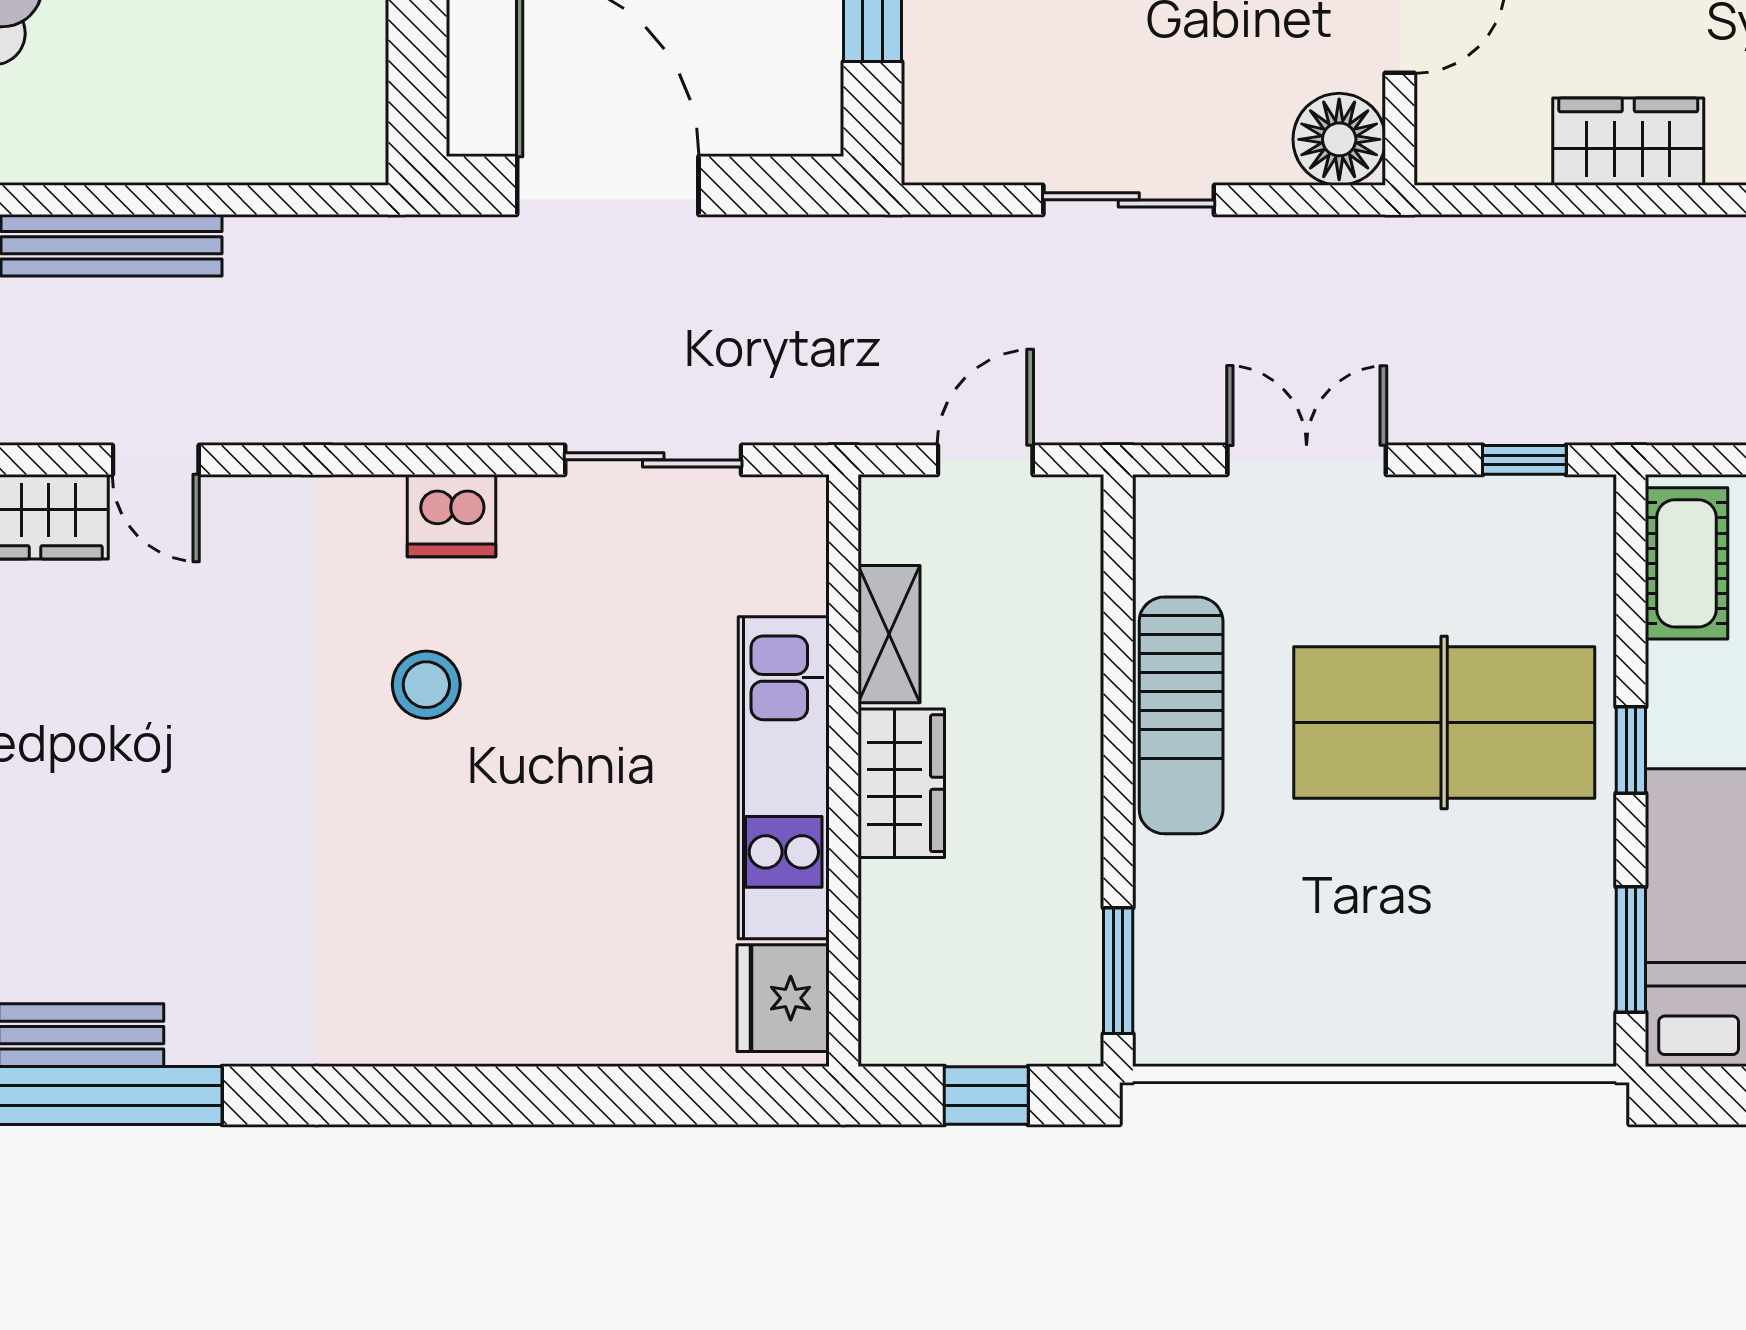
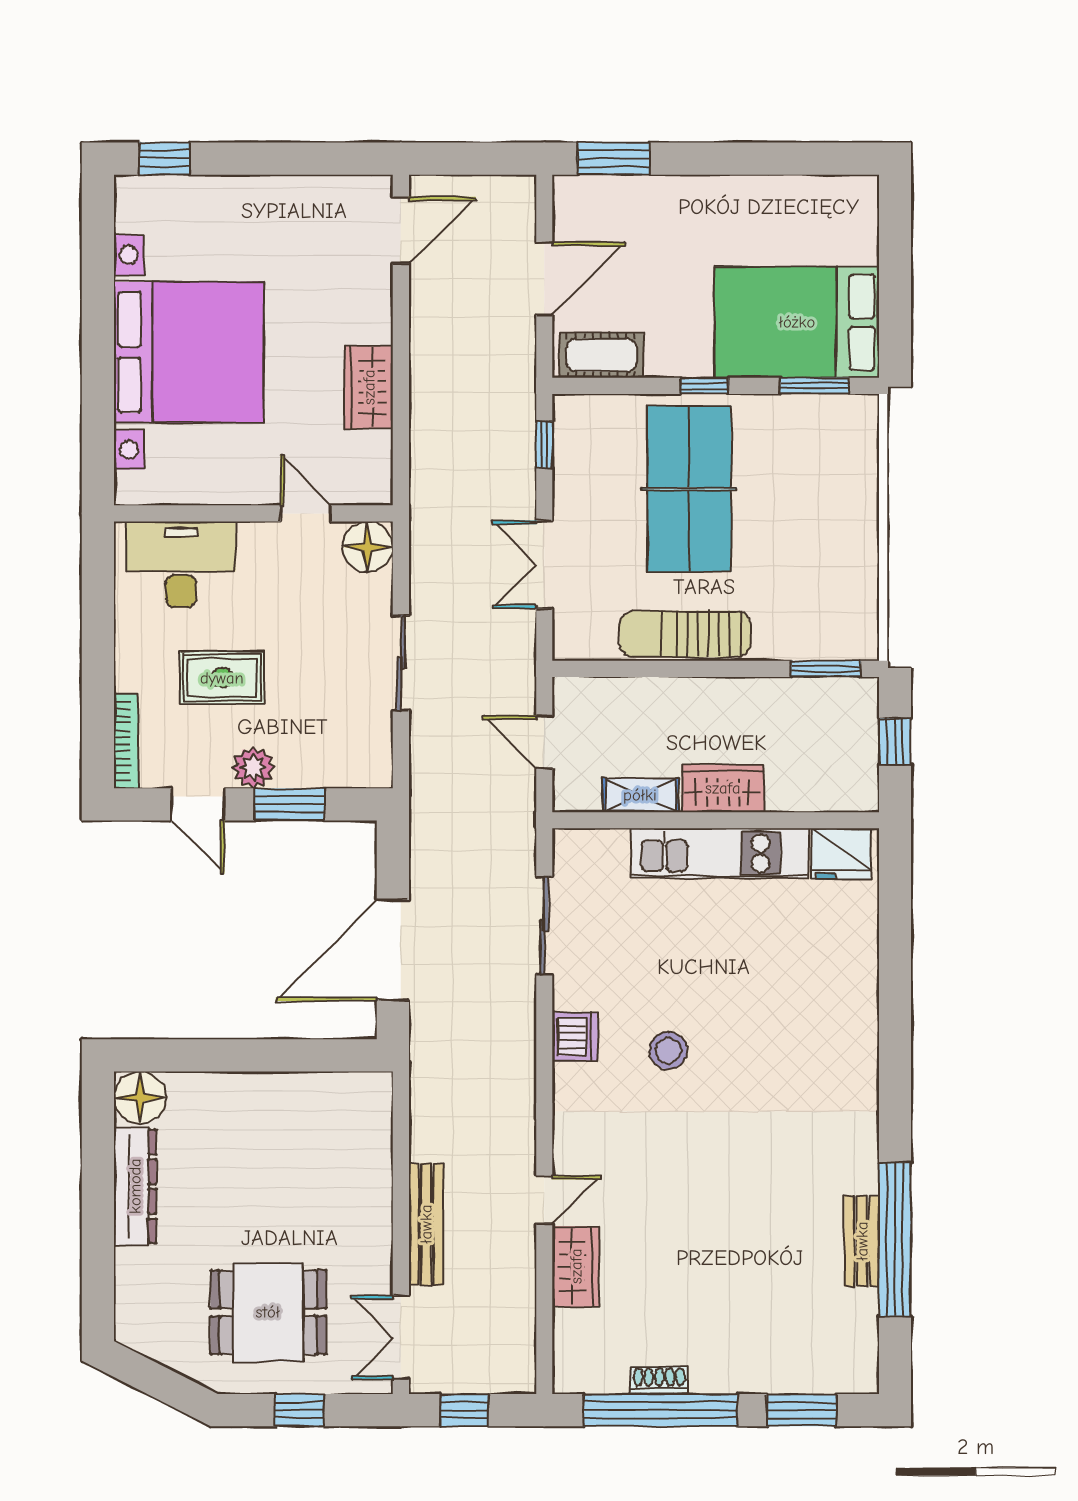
sun lounger: (1181, 715) -> (685, 634), turned 180

